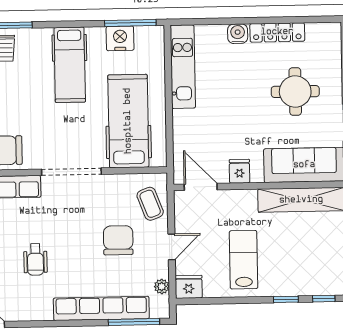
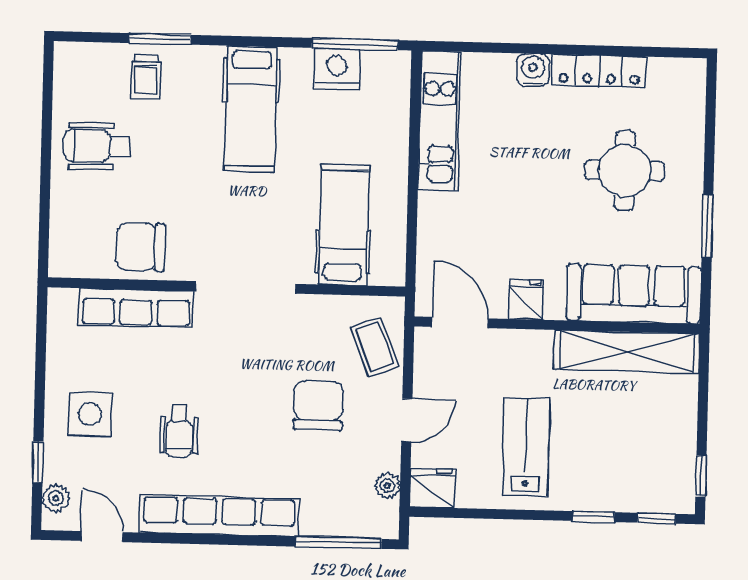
hospital bed: (128, 121) -> (344, 225), width x0.73, depth x0.78
row of seats: (101, 308) -> (219, 516), moved

